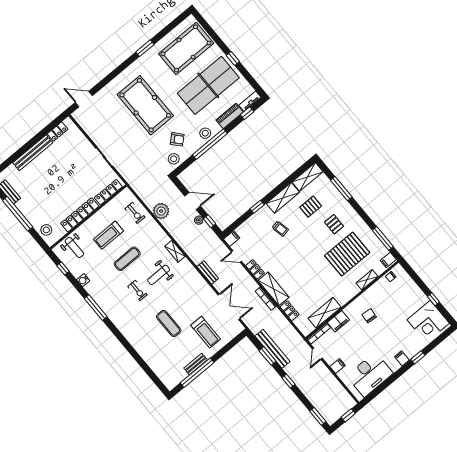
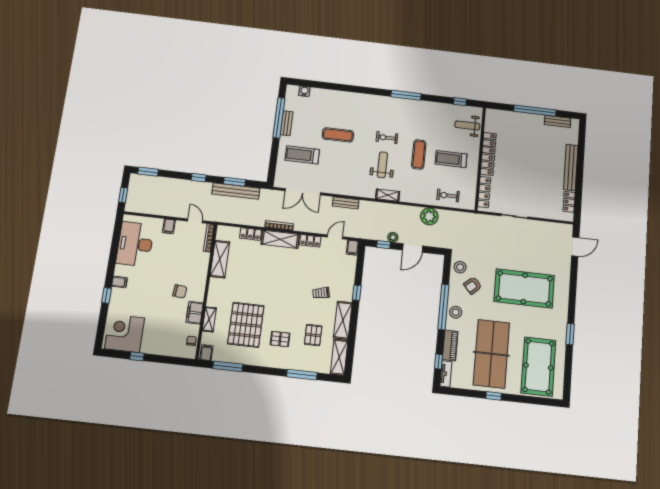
stool: (46, 230) -> (502, 119), removed
treadmill: (109, 235) -> (451, 159), turned -90
water cooler: (83, 280) -> (304, 91), moved
filing cabinet: (338, 321) -> (195, 313), moved

